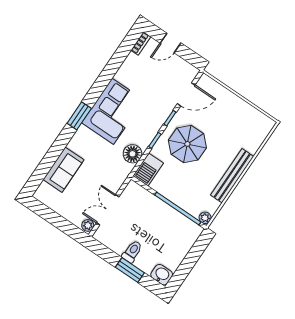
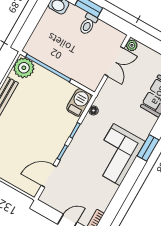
parasol: (187, 144) -> (44, 129), removed
floor lamp: (132, 154) -> (93, 110), width x0.53, depth x0.53
plant: (205, 218) -> (24, 68), width x1.88, depth x1.88

